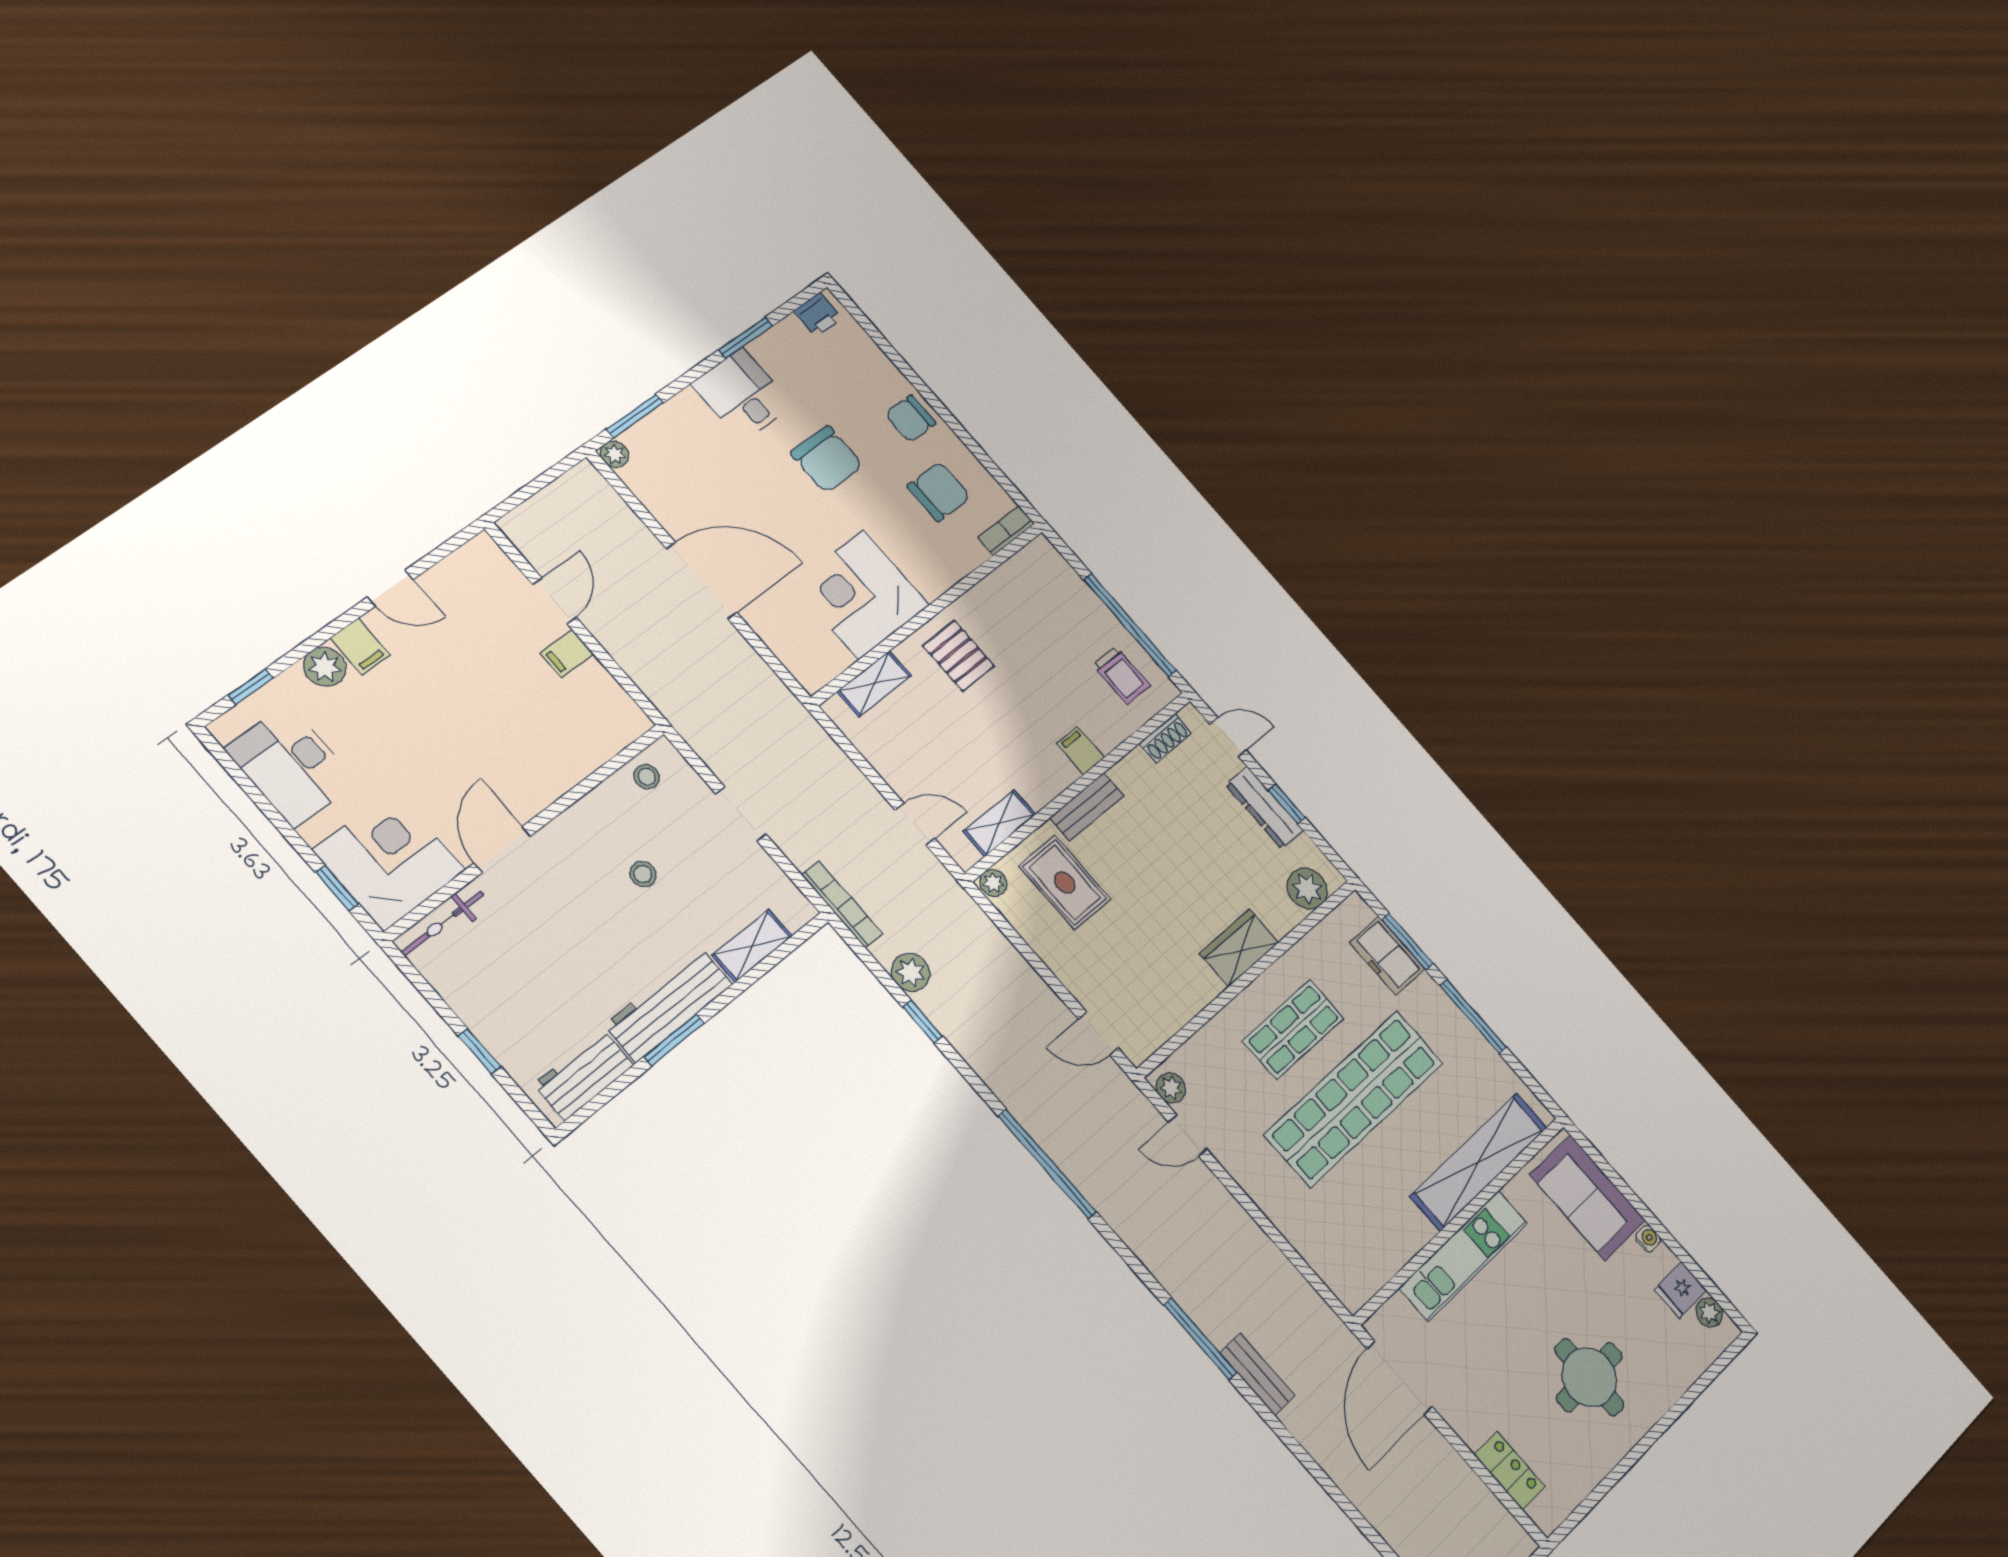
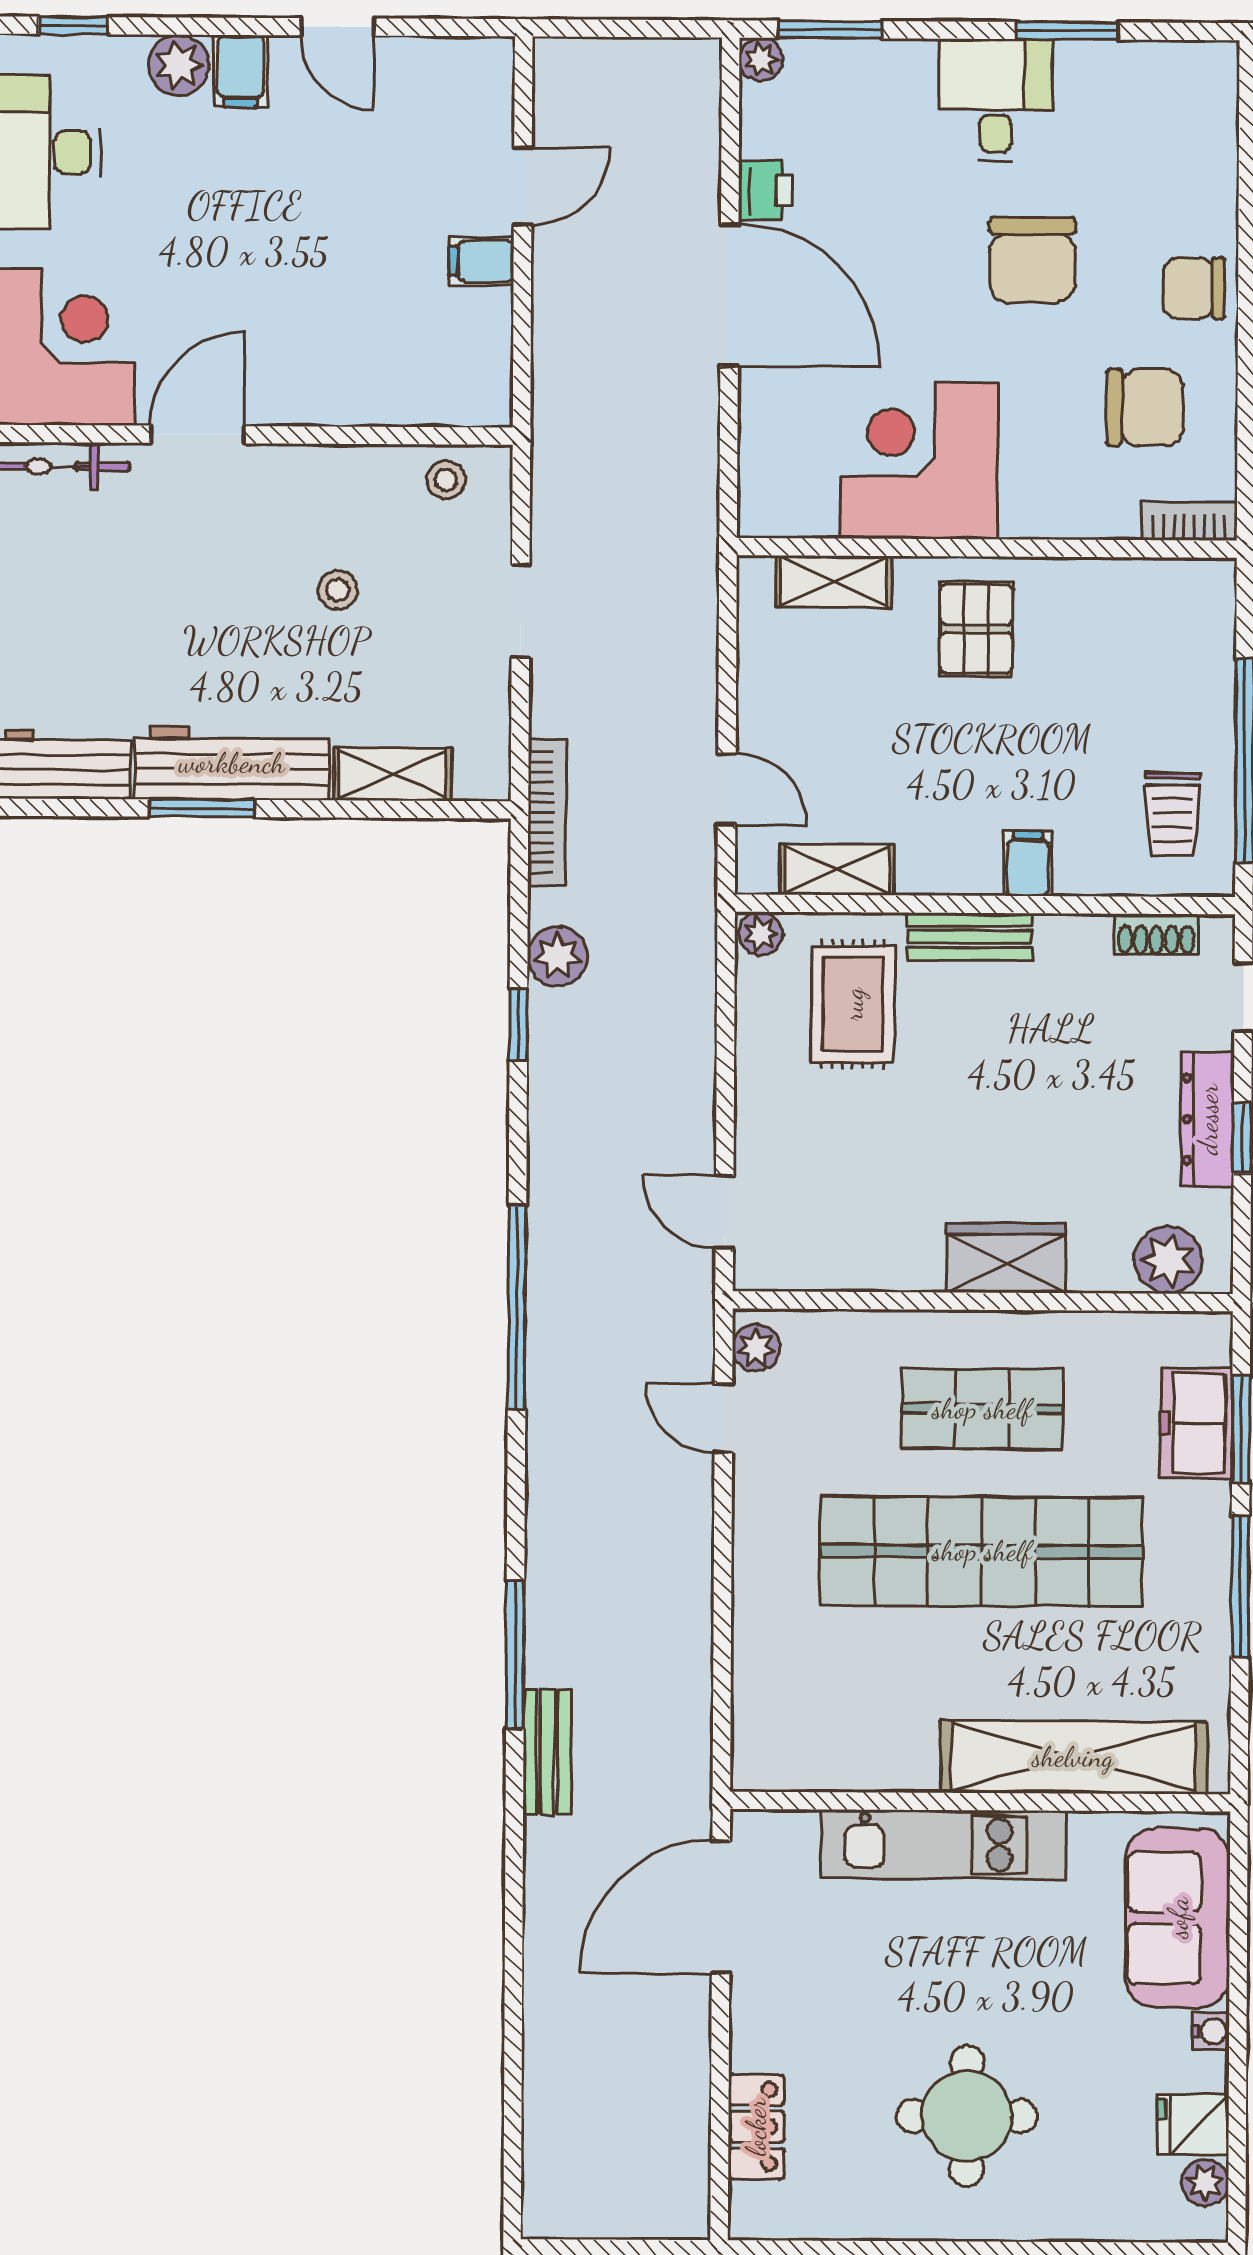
printer: (818, 314) -> (765, 190), moved, turned -90

